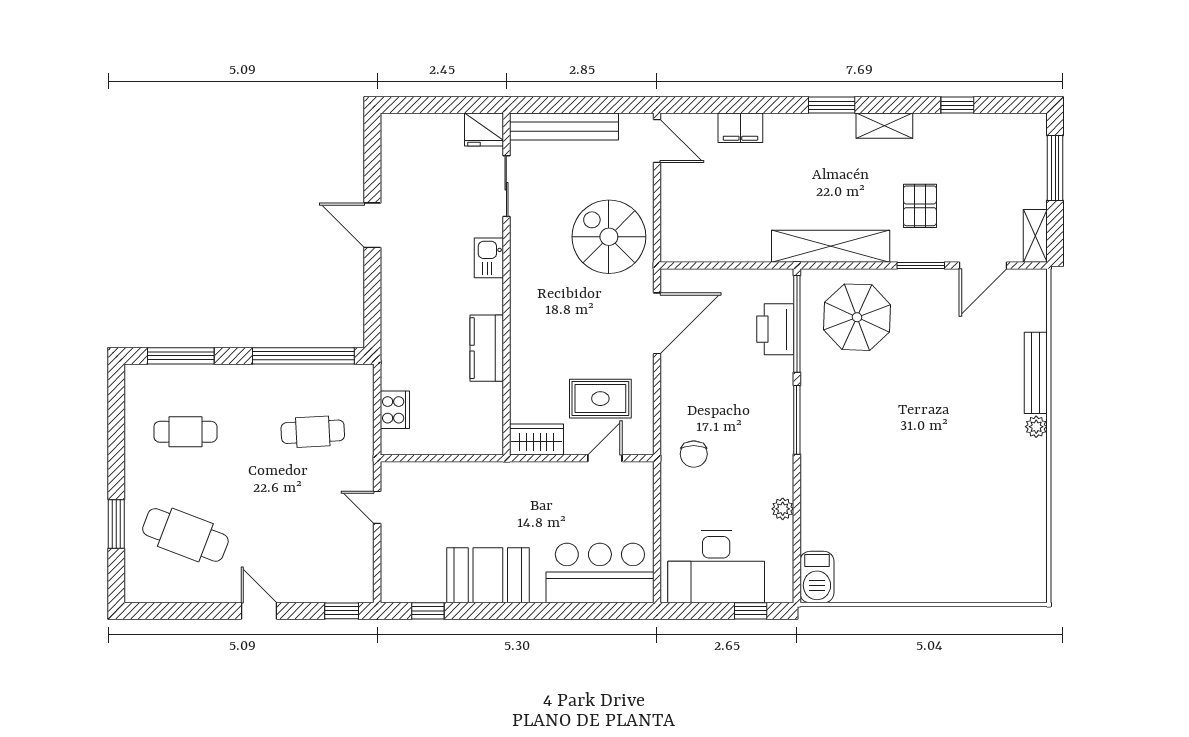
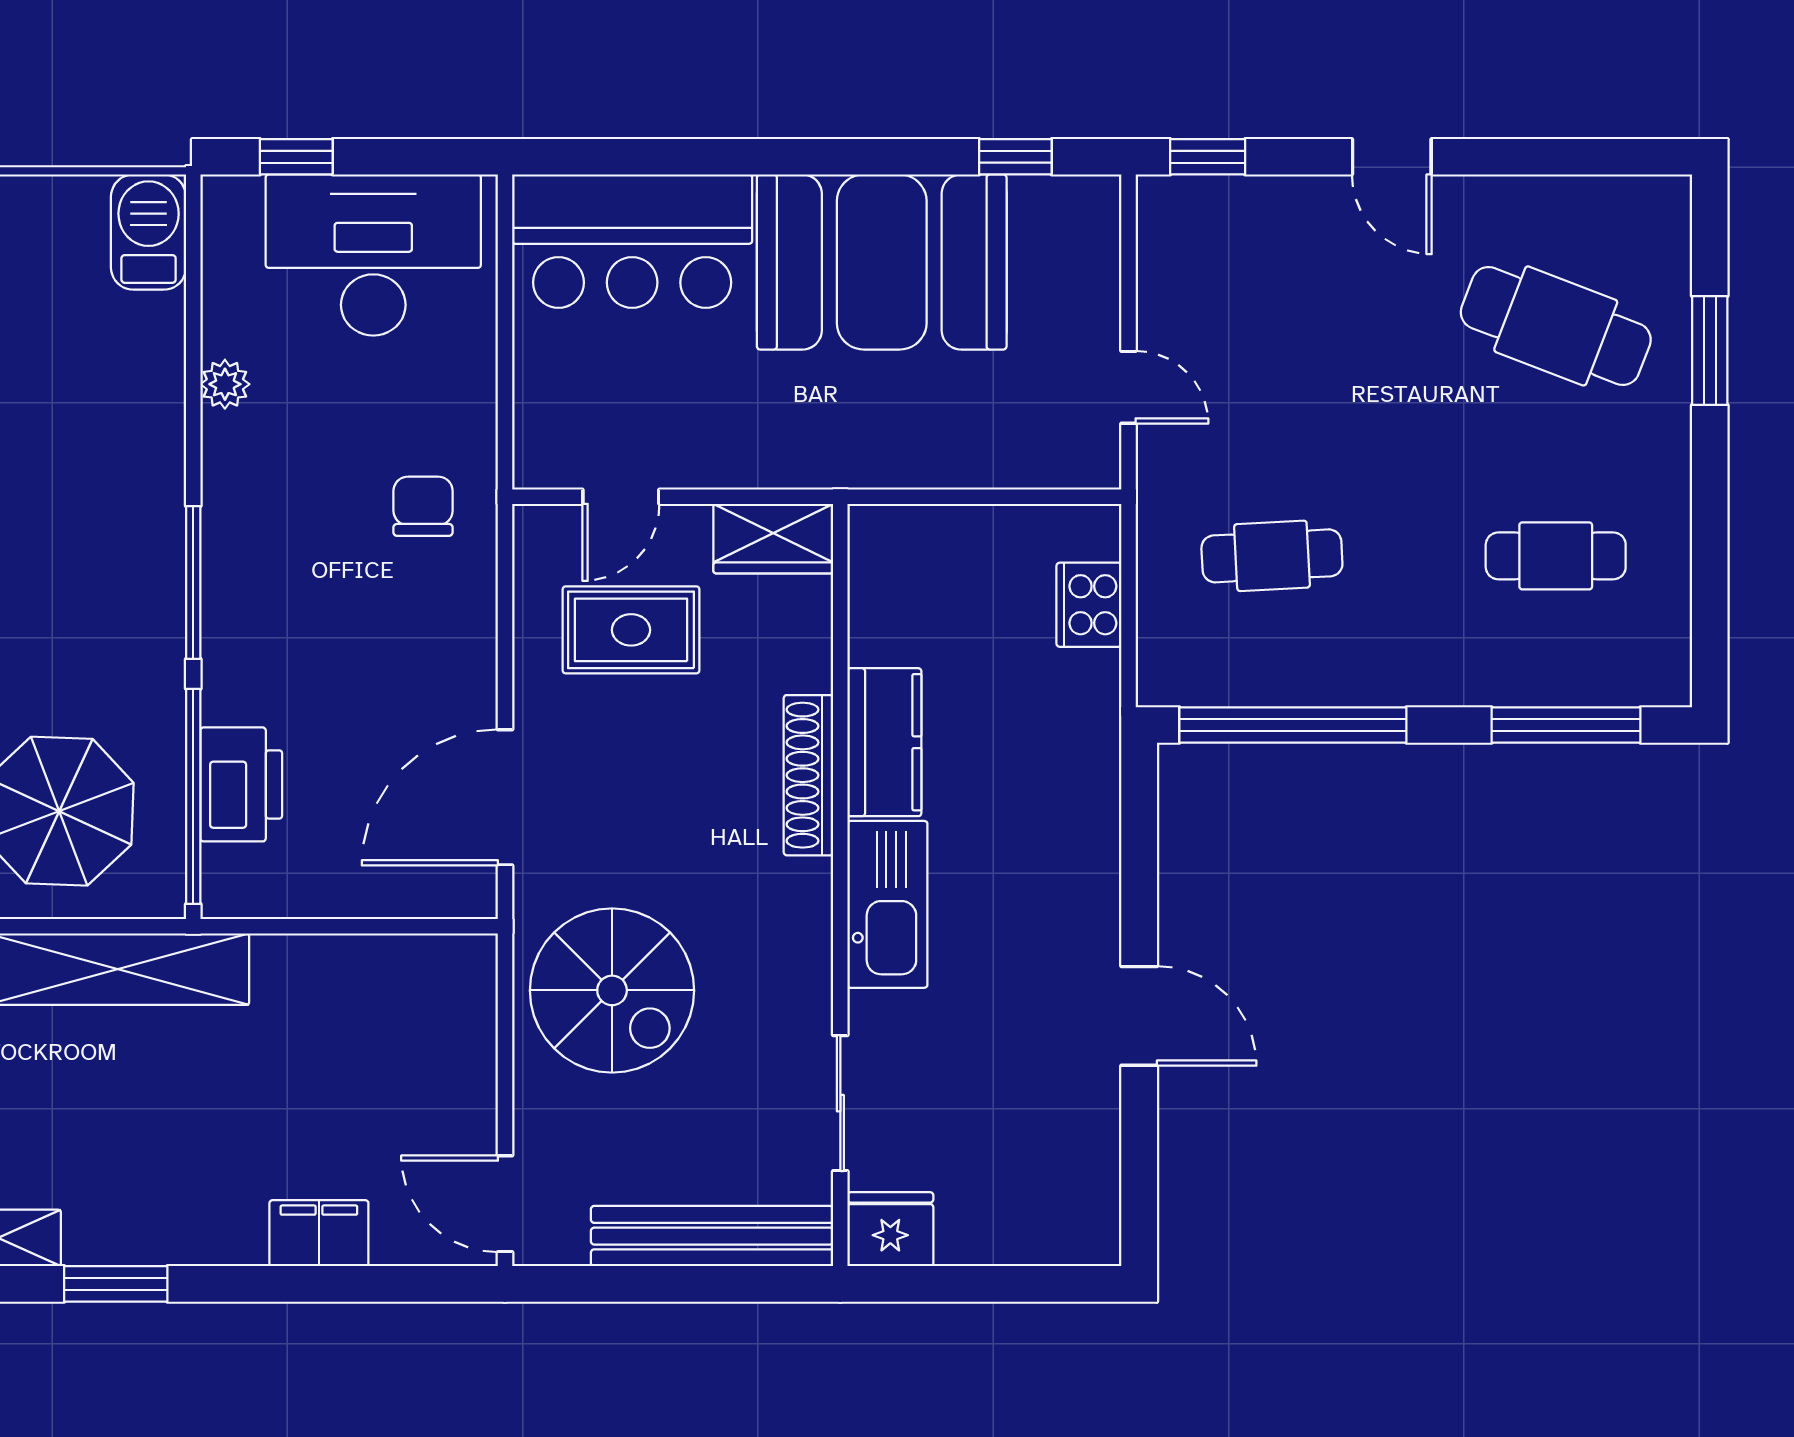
kitchen sink: (489, 258) -> (887, 904), width x1.88, depth x1.24
shoe rack: (521, 333) -> (808, 775), added
booth: (488, 575) -> (882, 262), width x1.36, depth x1.42

